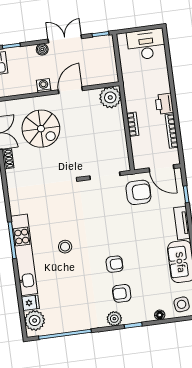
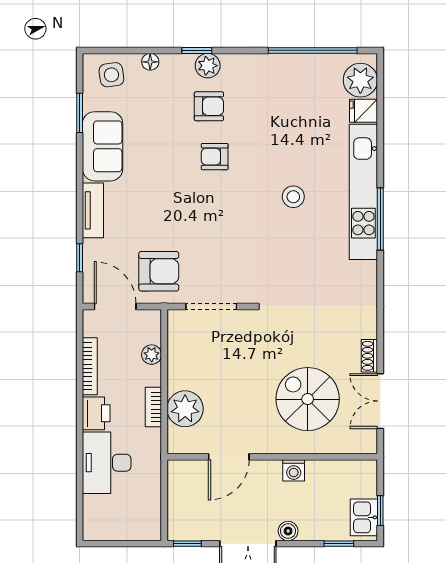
desk: (146, 44) -> (107, 463), moved, turned 90
door: (70, 90) -> (229, 457), moved
plant: (110, 97) -> (185, 409), moved
bookcase: (133, 124) -> (153, 407), moved
plant: (136, 143) -> (152, 355), added
armchair: (138, 192) -> (159, 271), turned 180
plant: (114, 319) -> (208, 66), moved

